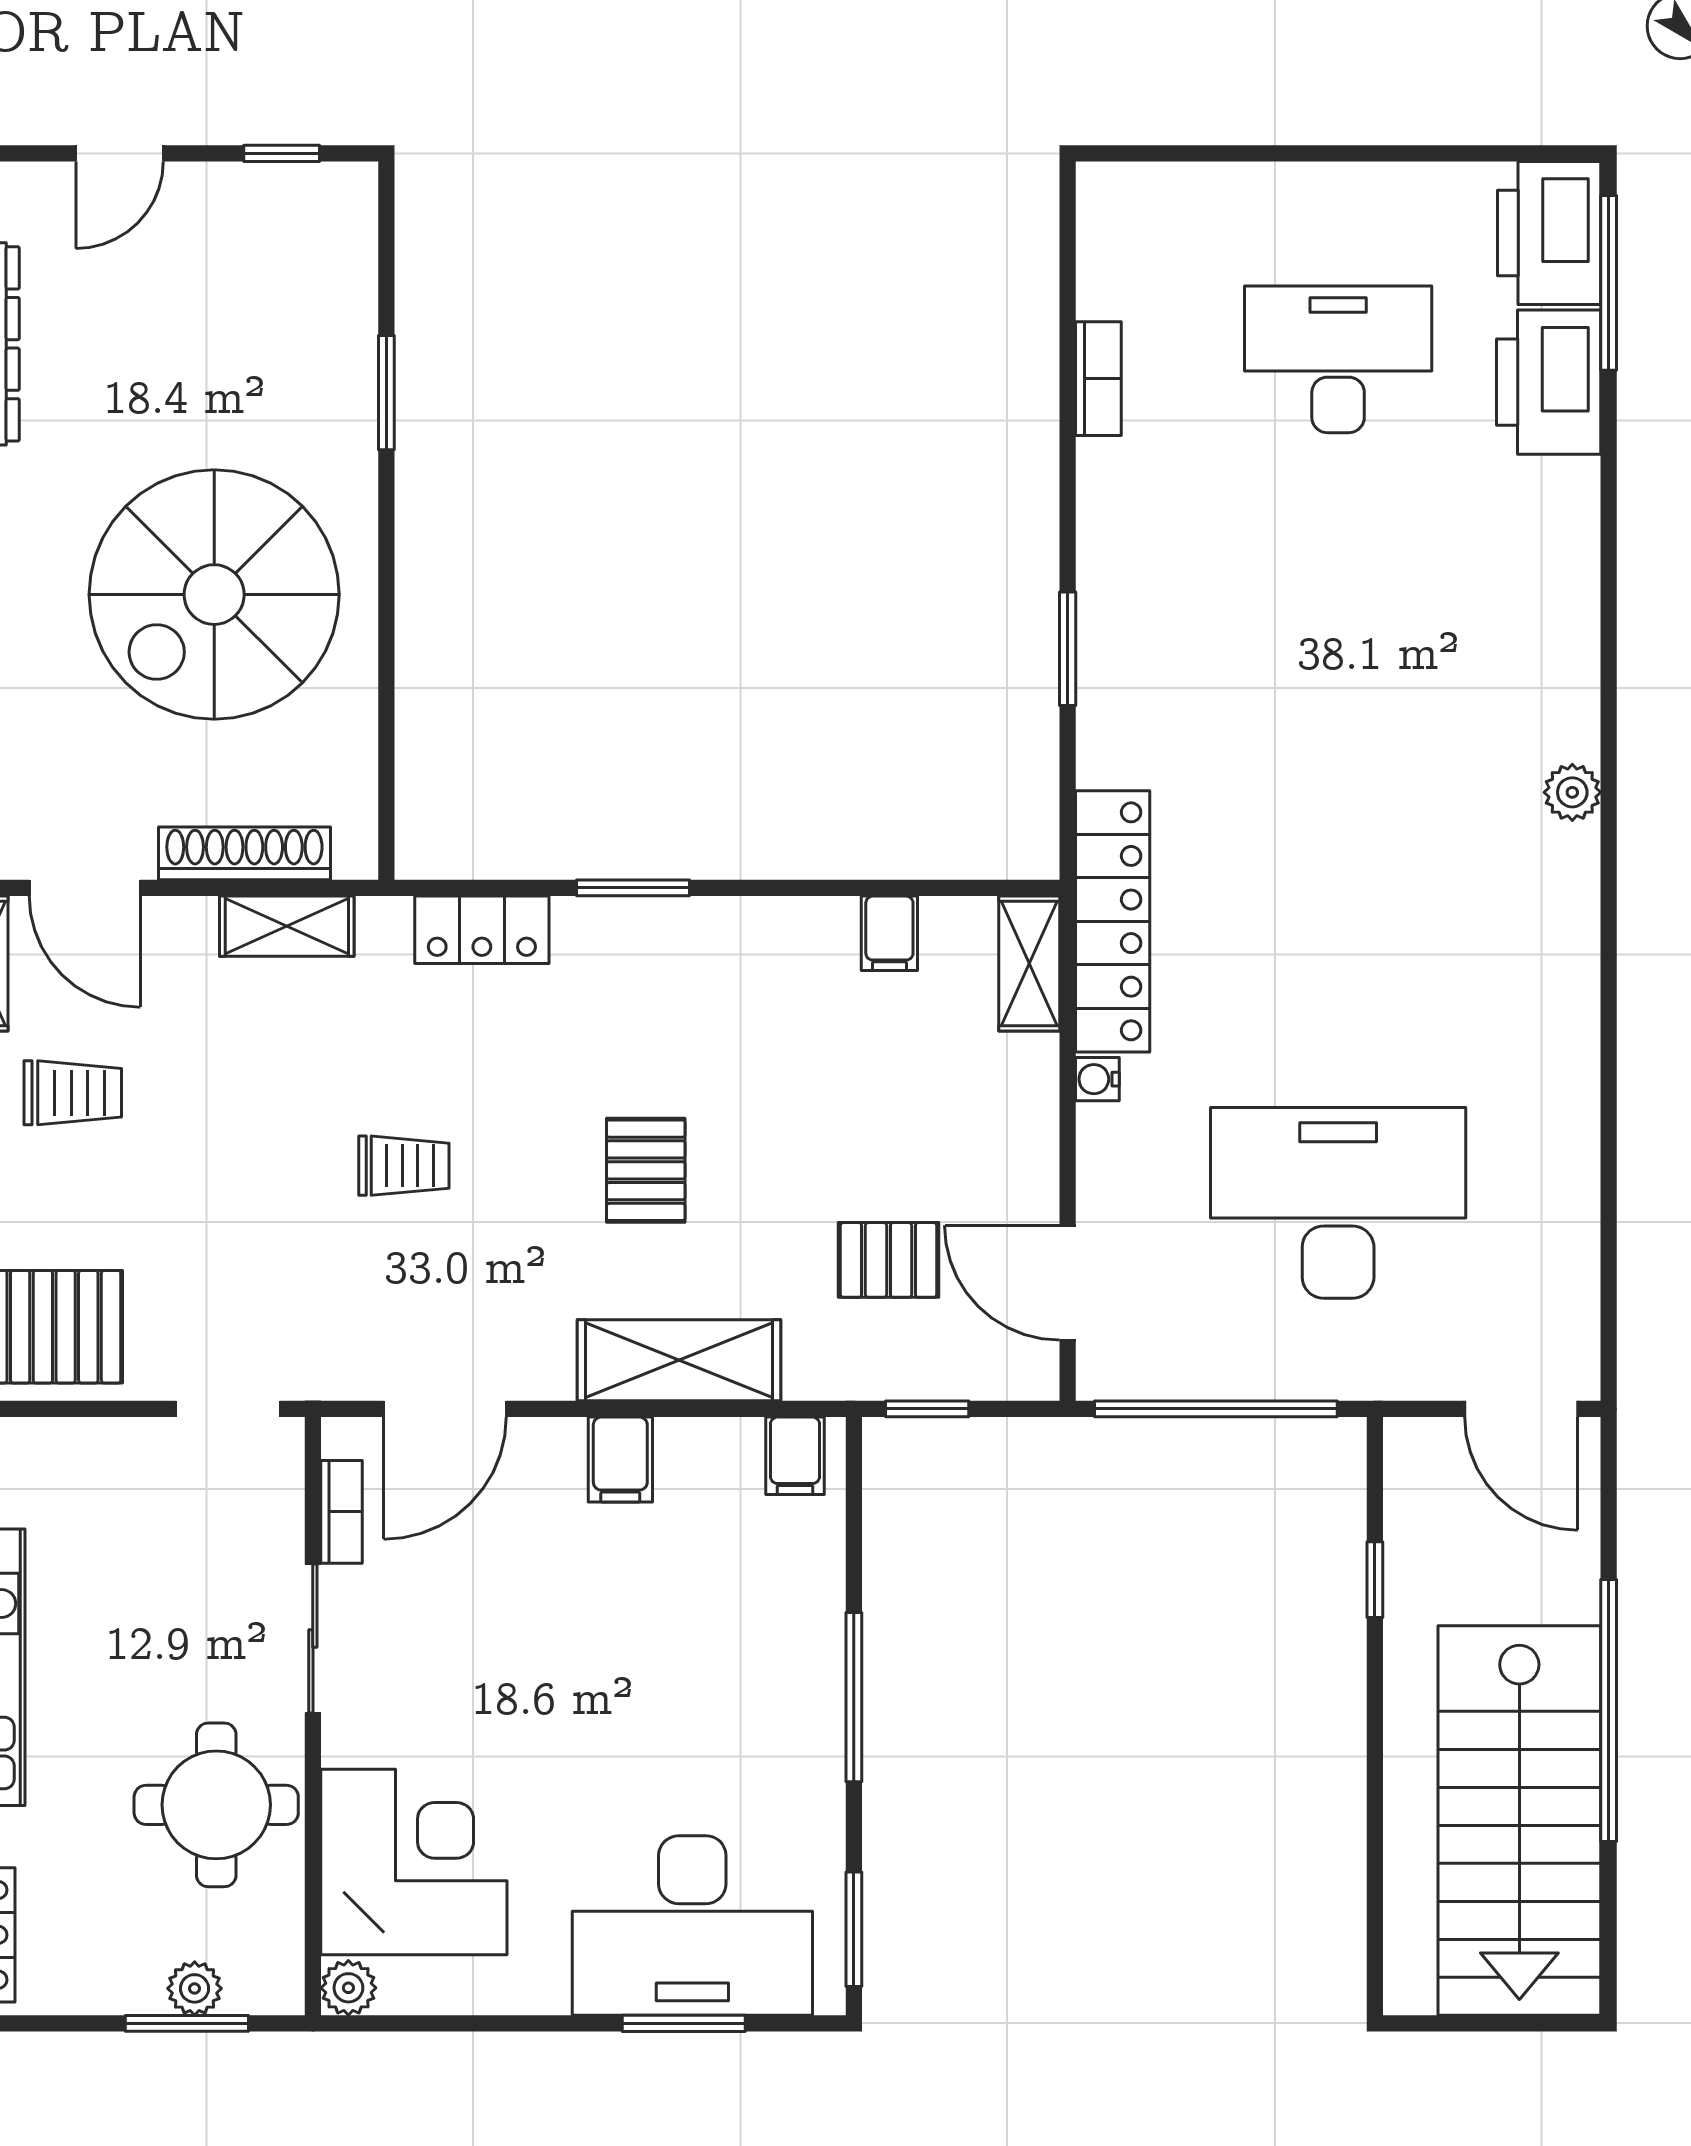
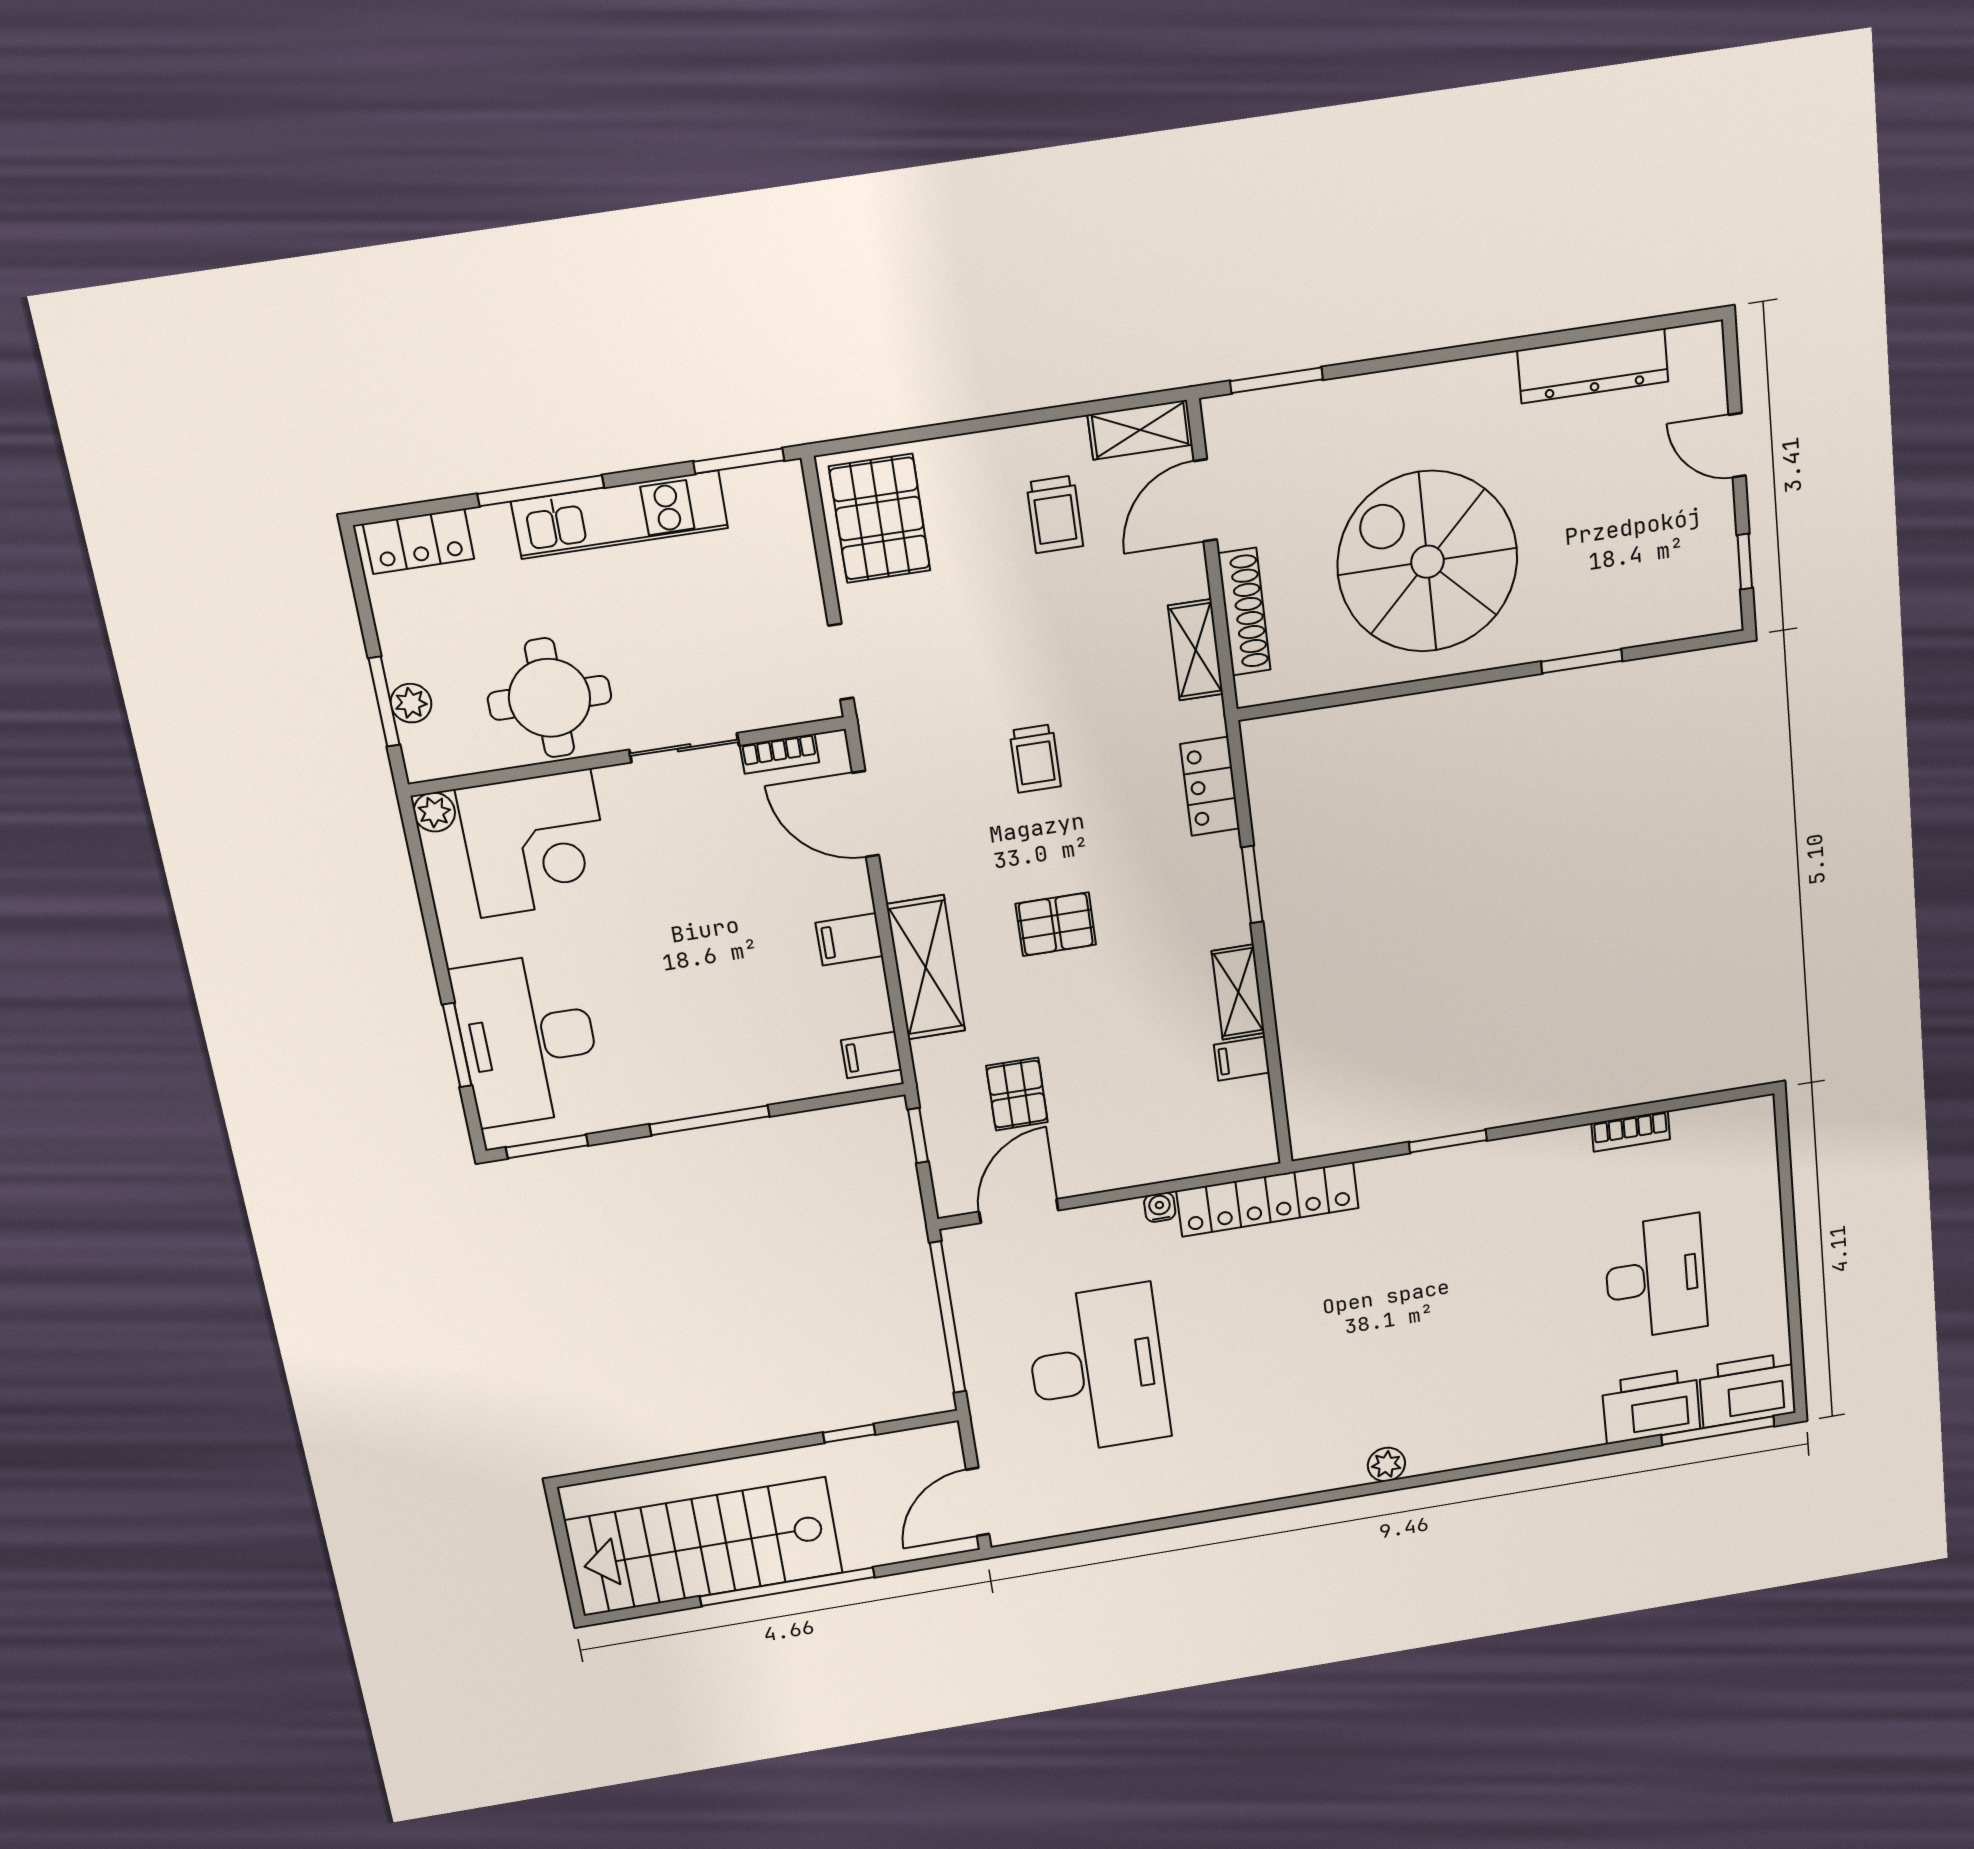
shelving: (1029, 964) -> (1238, 992), moved, turned 90

